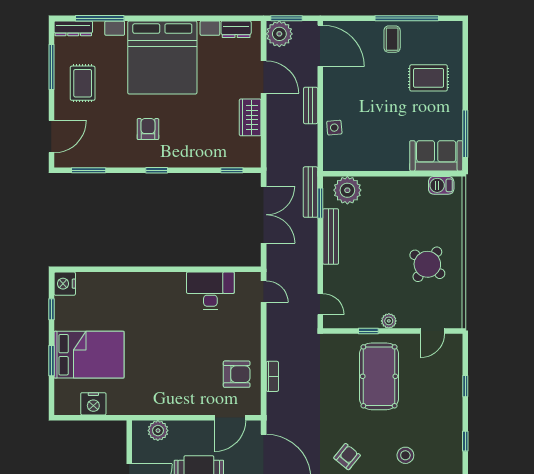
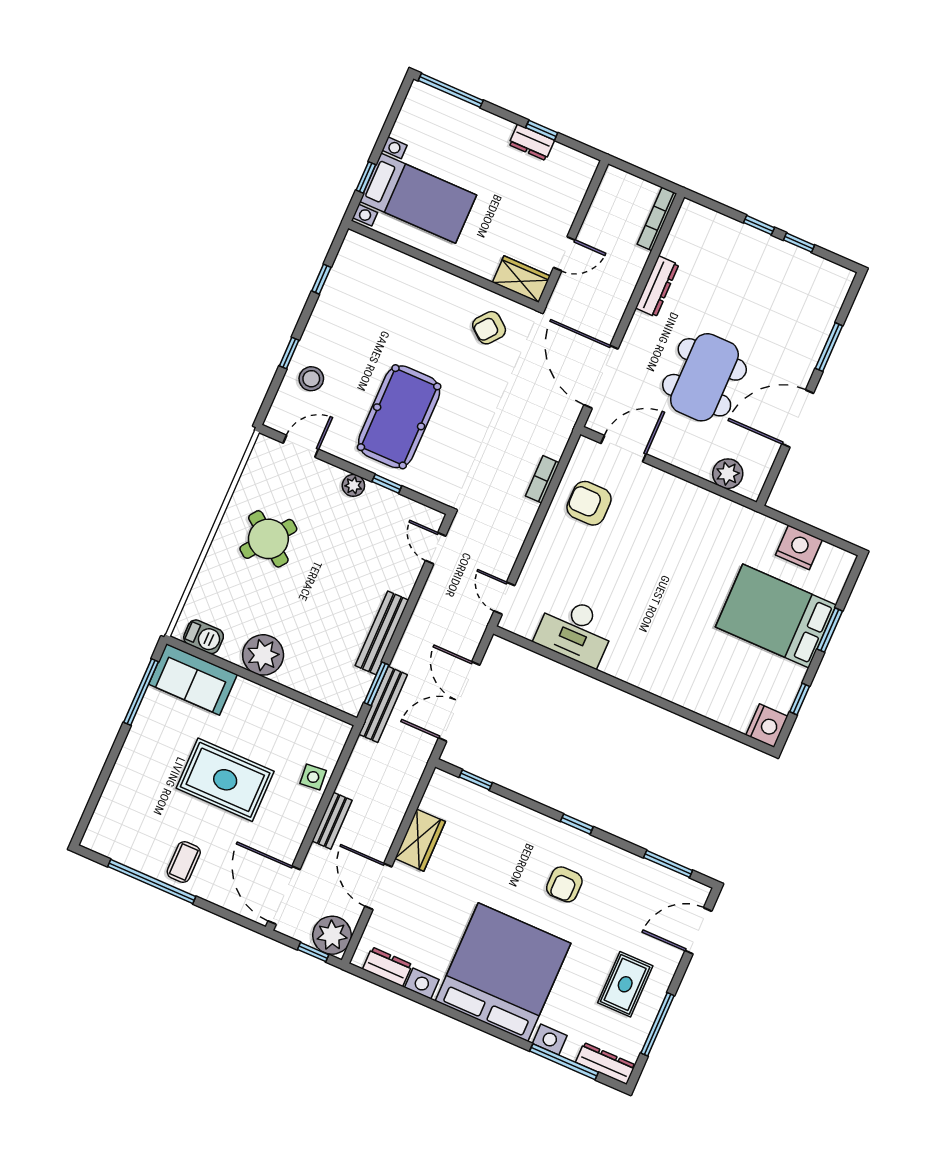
window: (287, 18) -> (313, 952), width x0.67
rug: (429, 78) -> (225, 780), moved, width x1.36, depth x1.43
plant: (347, 190) -> (263, 655), moved
stool: (405, 455) -> (311, 379), moved

